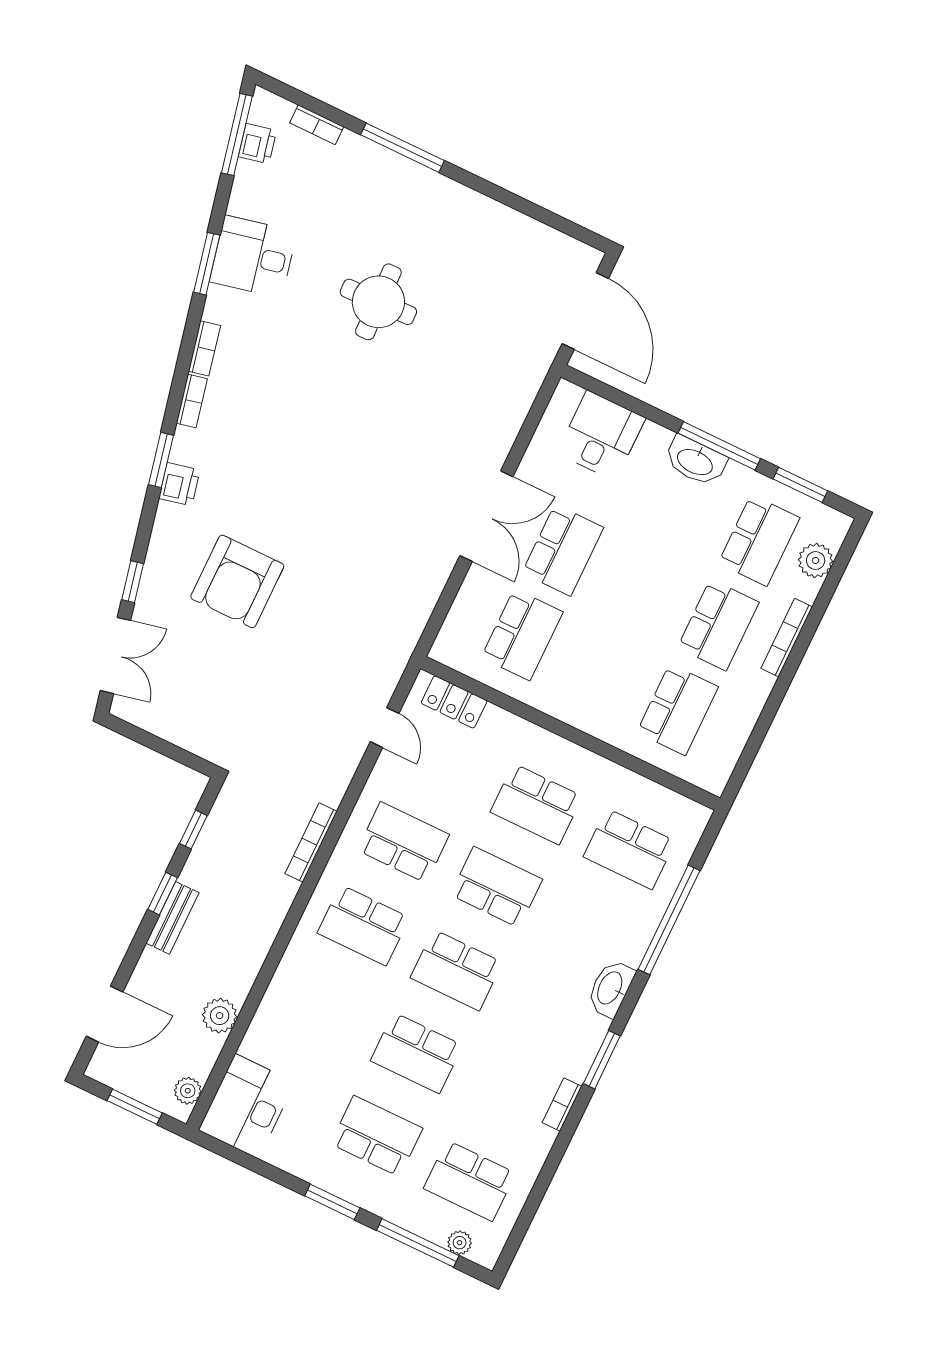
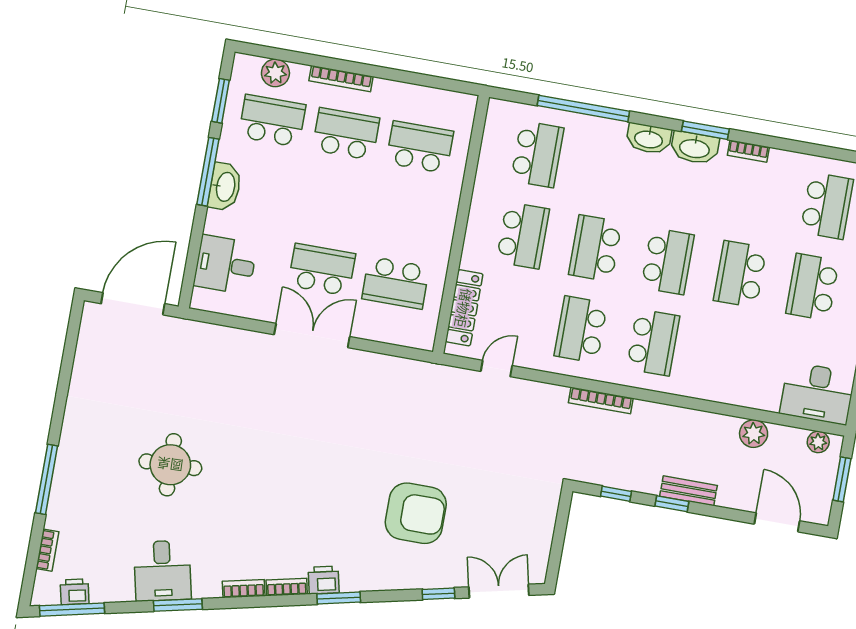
printer: (179, 484) -> (324, 580), moved
school desk: (522, 635) -> (396, 283), turned 180
locker: (454, 702) -> (464, 308), width x1.53
washbasin: (584, 1041) -> (695, 148), added
school desk: (416, 1053) -> (740, 274), turned 180

